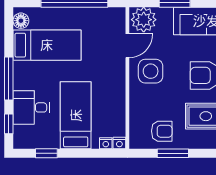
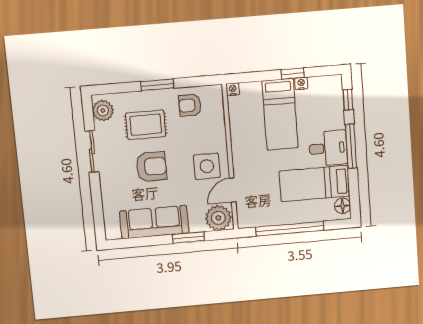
desk: (31, 107) -> (328, 148), moved
nightstand: (106, 143) -> (301, 83), moved
window: (46, 153) -> (293, 74), moved
window: (173, 153) -> (157, 85), moved

